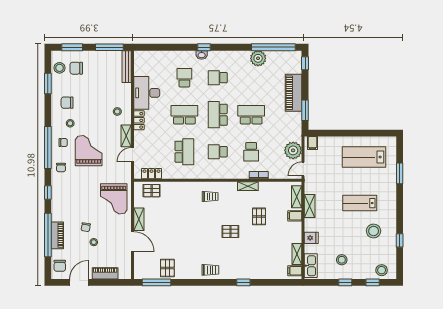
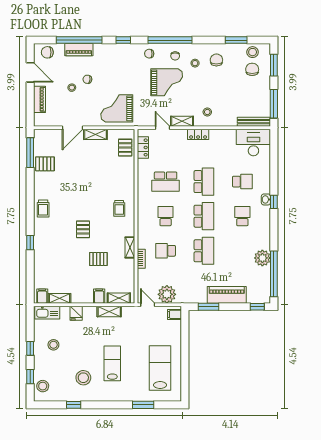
desk: (147, 93) -> (253, 142), moved
school desk: (218, 115) -> (204, 216), turned 90

